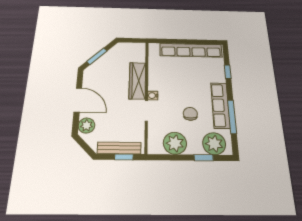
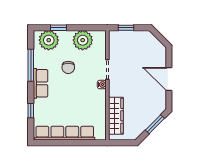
wardrobe: (137, 81) -> (116, 116), moved
row of seats: (220, 105) -> (41, 83), width x0.68
plant: (86, 125) -> (159, 55), removed
bench: (119, 148) -> (130, 35), removed

